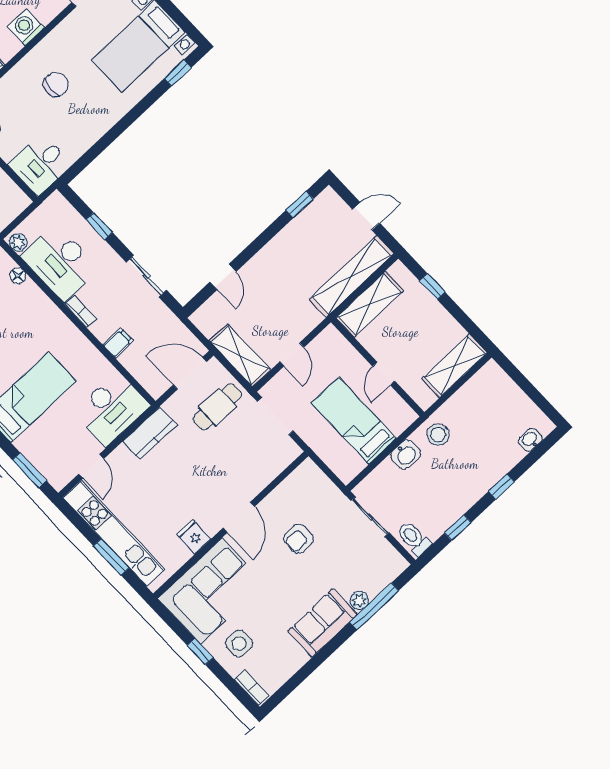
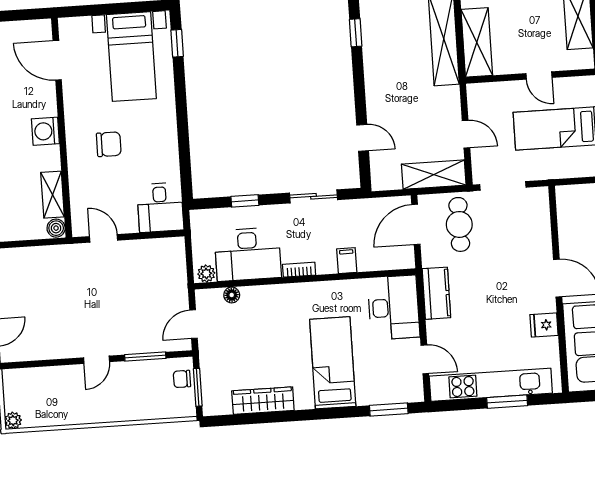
chair: (56, 84) -> (109, 144), turned 86

